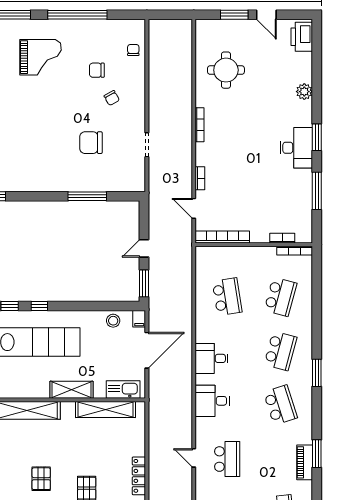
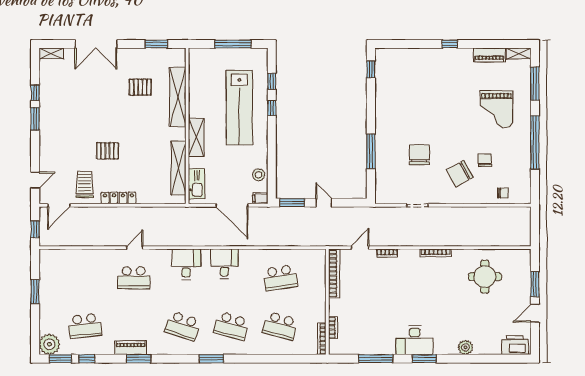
chair: (112, 98) -> (460, 174), width x1.87, depth x1.87
school desk: (280, 405) -> (182, 326), turned 36
pallet: (41, 479) -> (140, 87), moved

